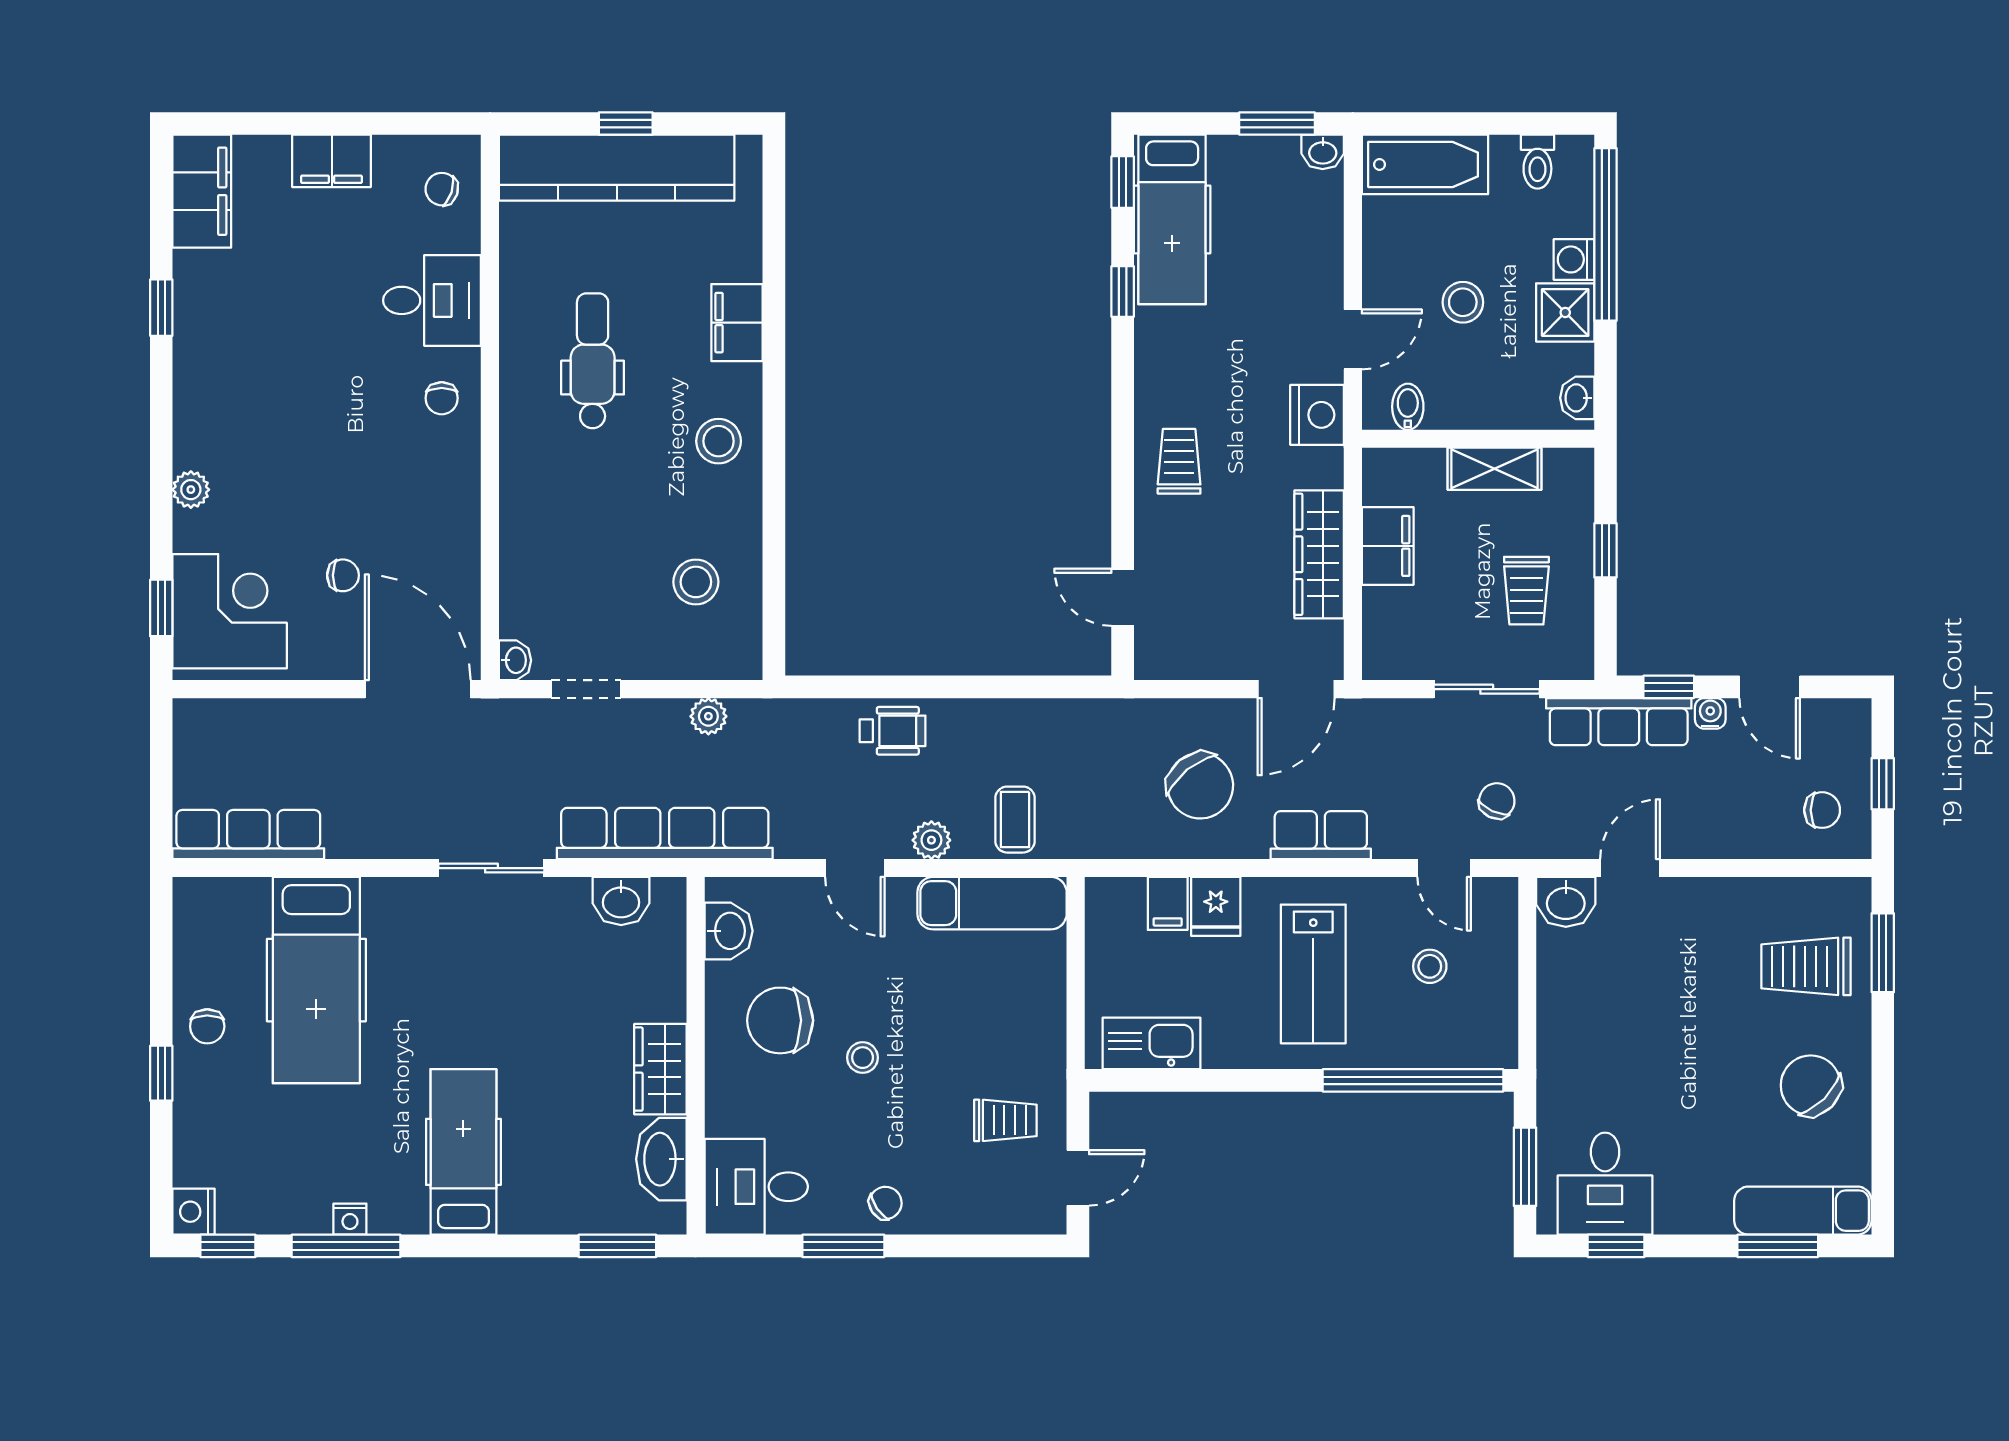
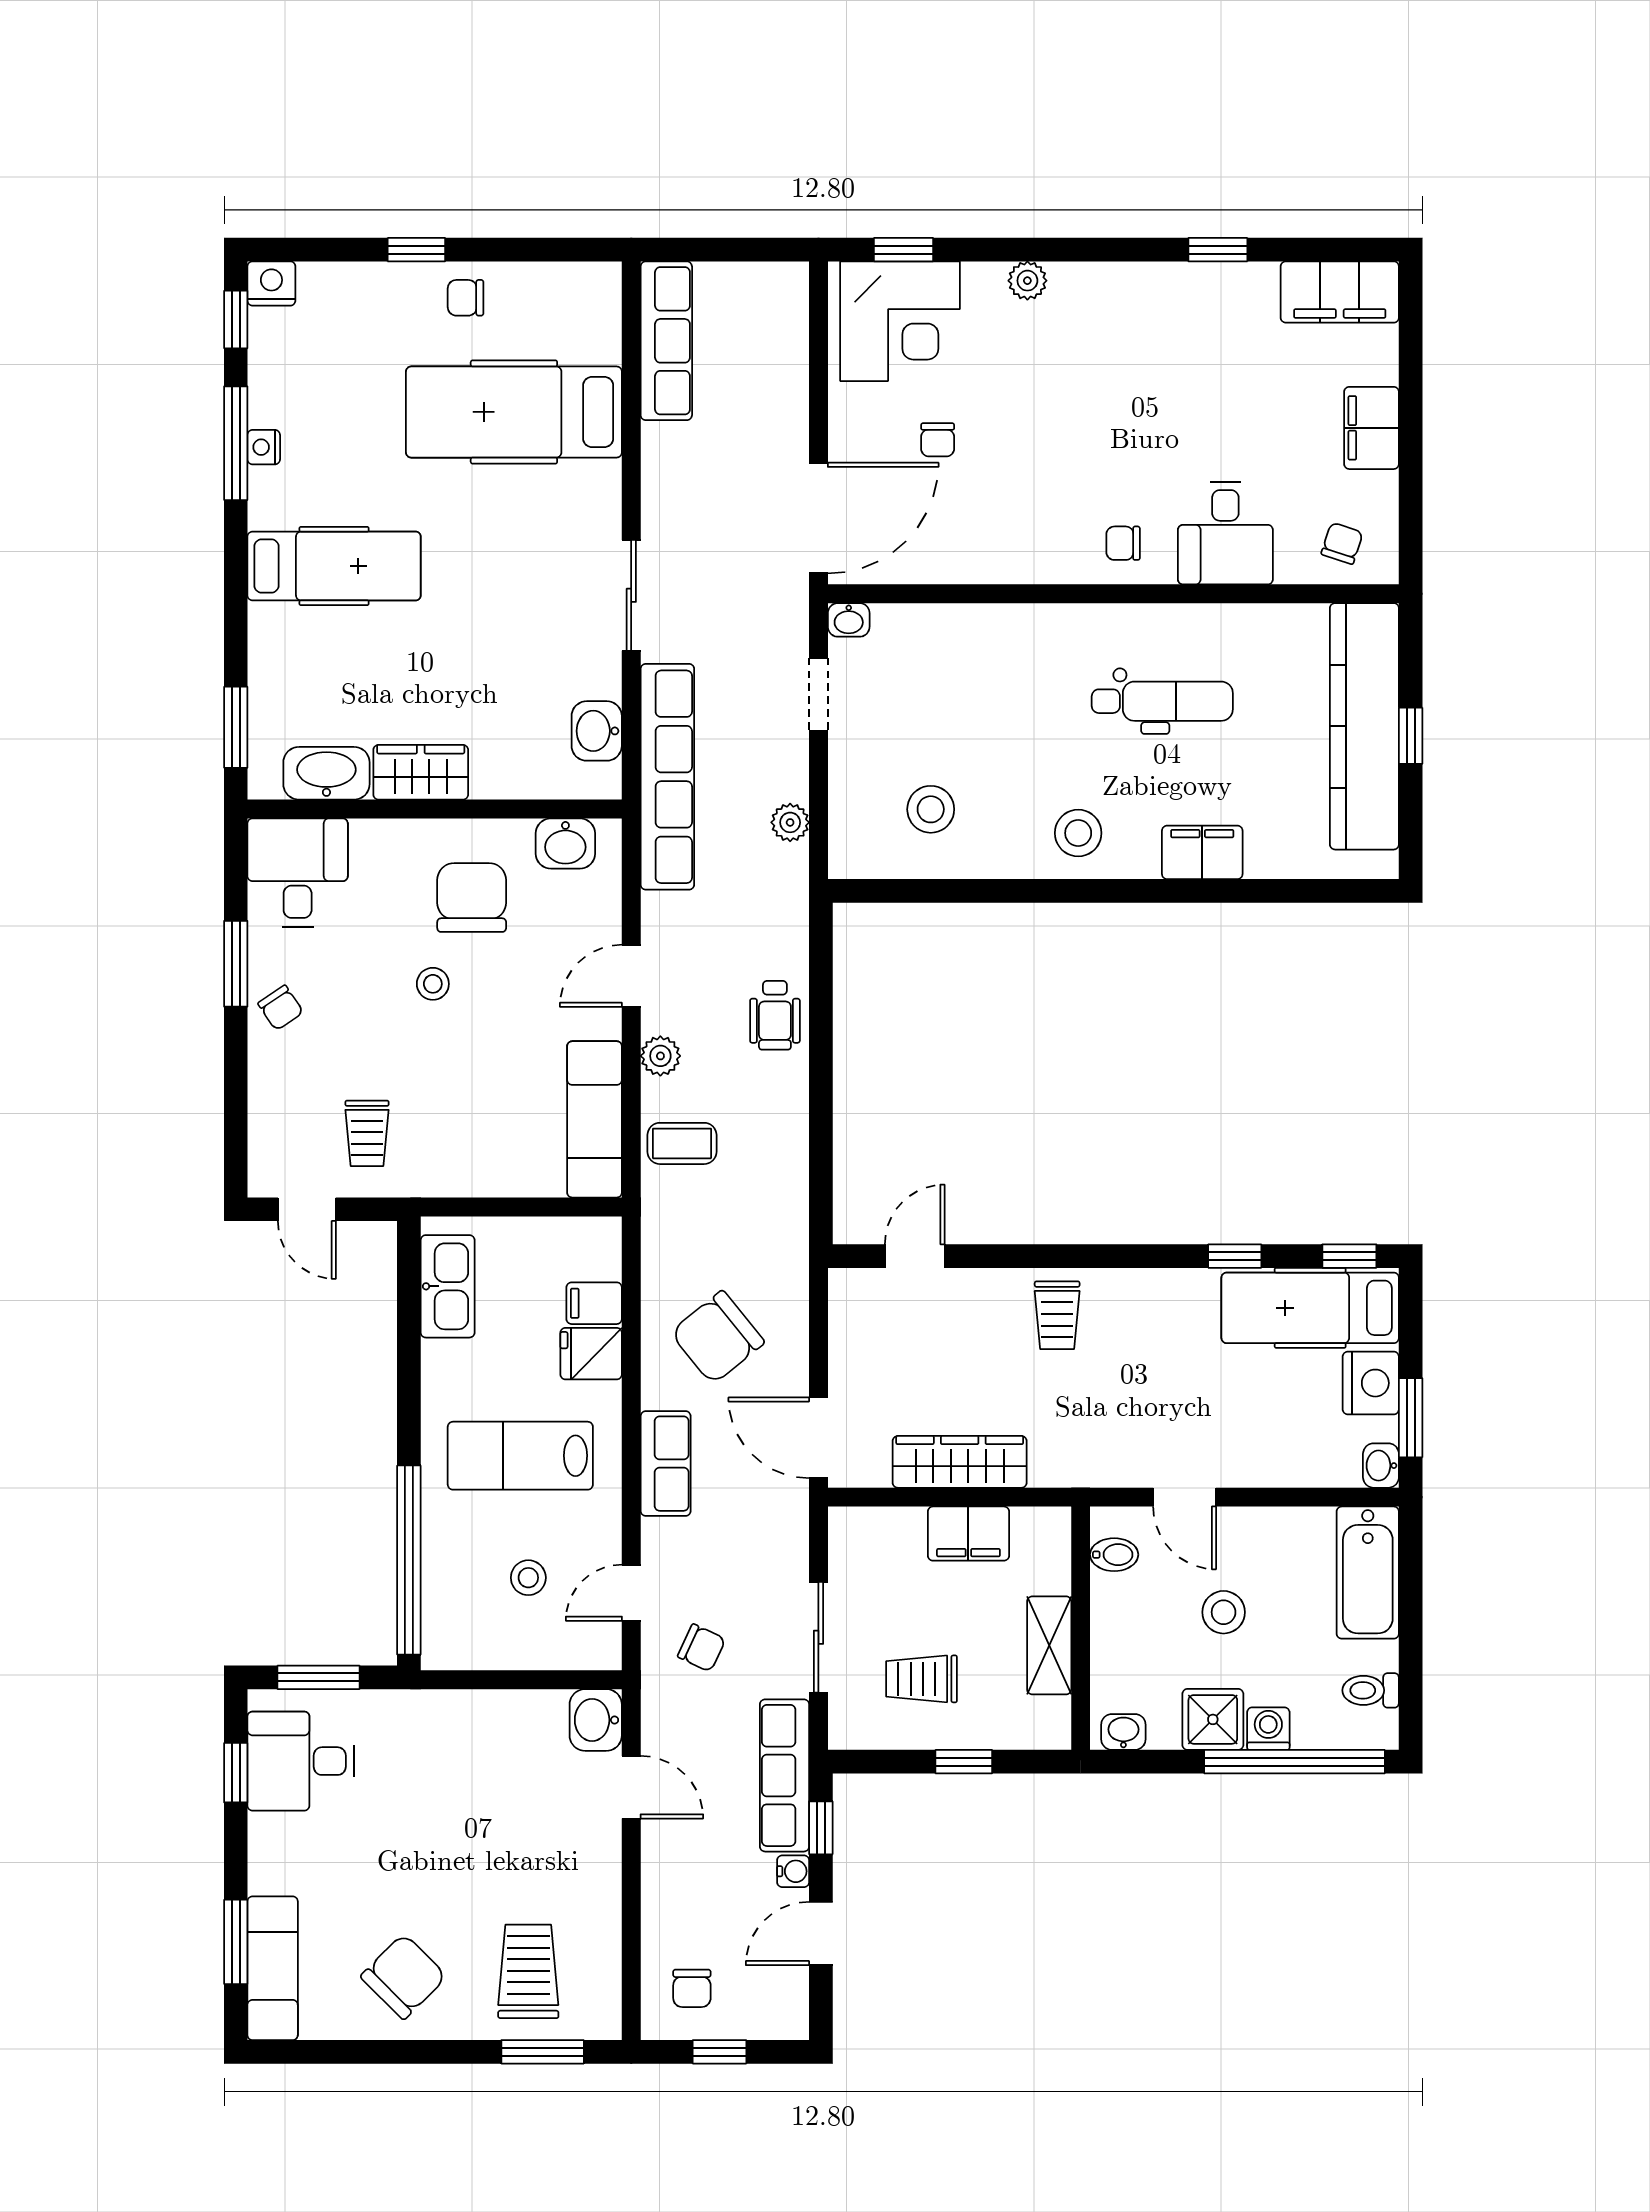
nightstand: (1317, 415) -> (1371, 1383), moved, turned -90
trolley: (1179, 461) -> (1057, 1315), turned 90

